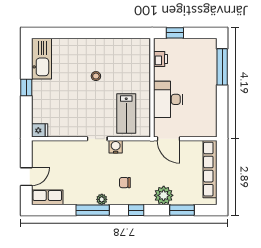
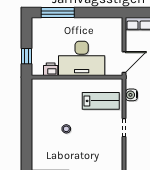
desk: (168, 99) -> (82, 58), width x1.36, depth x1.30
water cooler: (116, 147) -> (131, 95), moved

